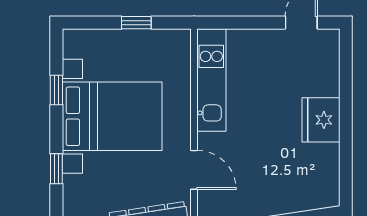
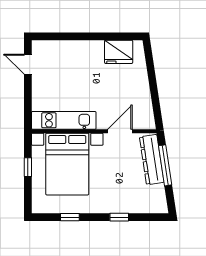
bed with nightstands: (112, 116) -> (67, 164), moved, turned 180
fridge: (321, 120) -> (119, 52), moved

